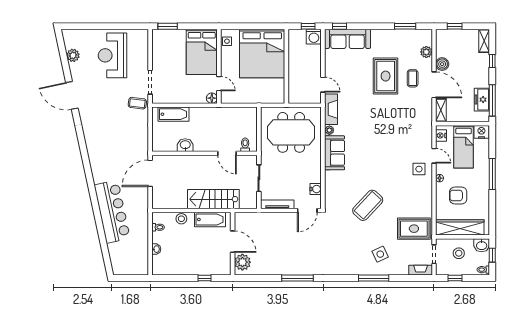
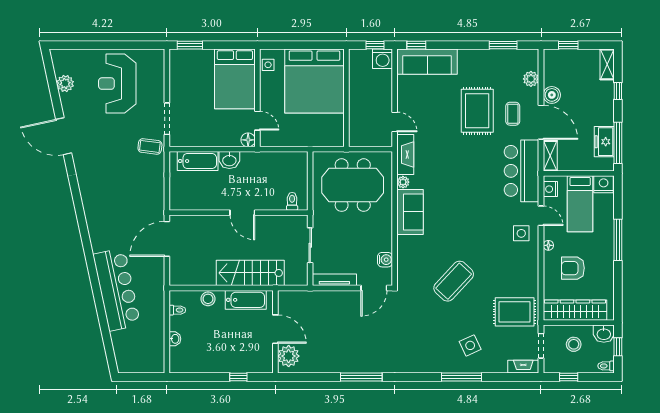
bar counter: (419, 122) -> (522, 171), added
washbasin: (185, 145) -> (229, 160), moved, turned 180
door: (227, 153) -> (242, 213), moved

